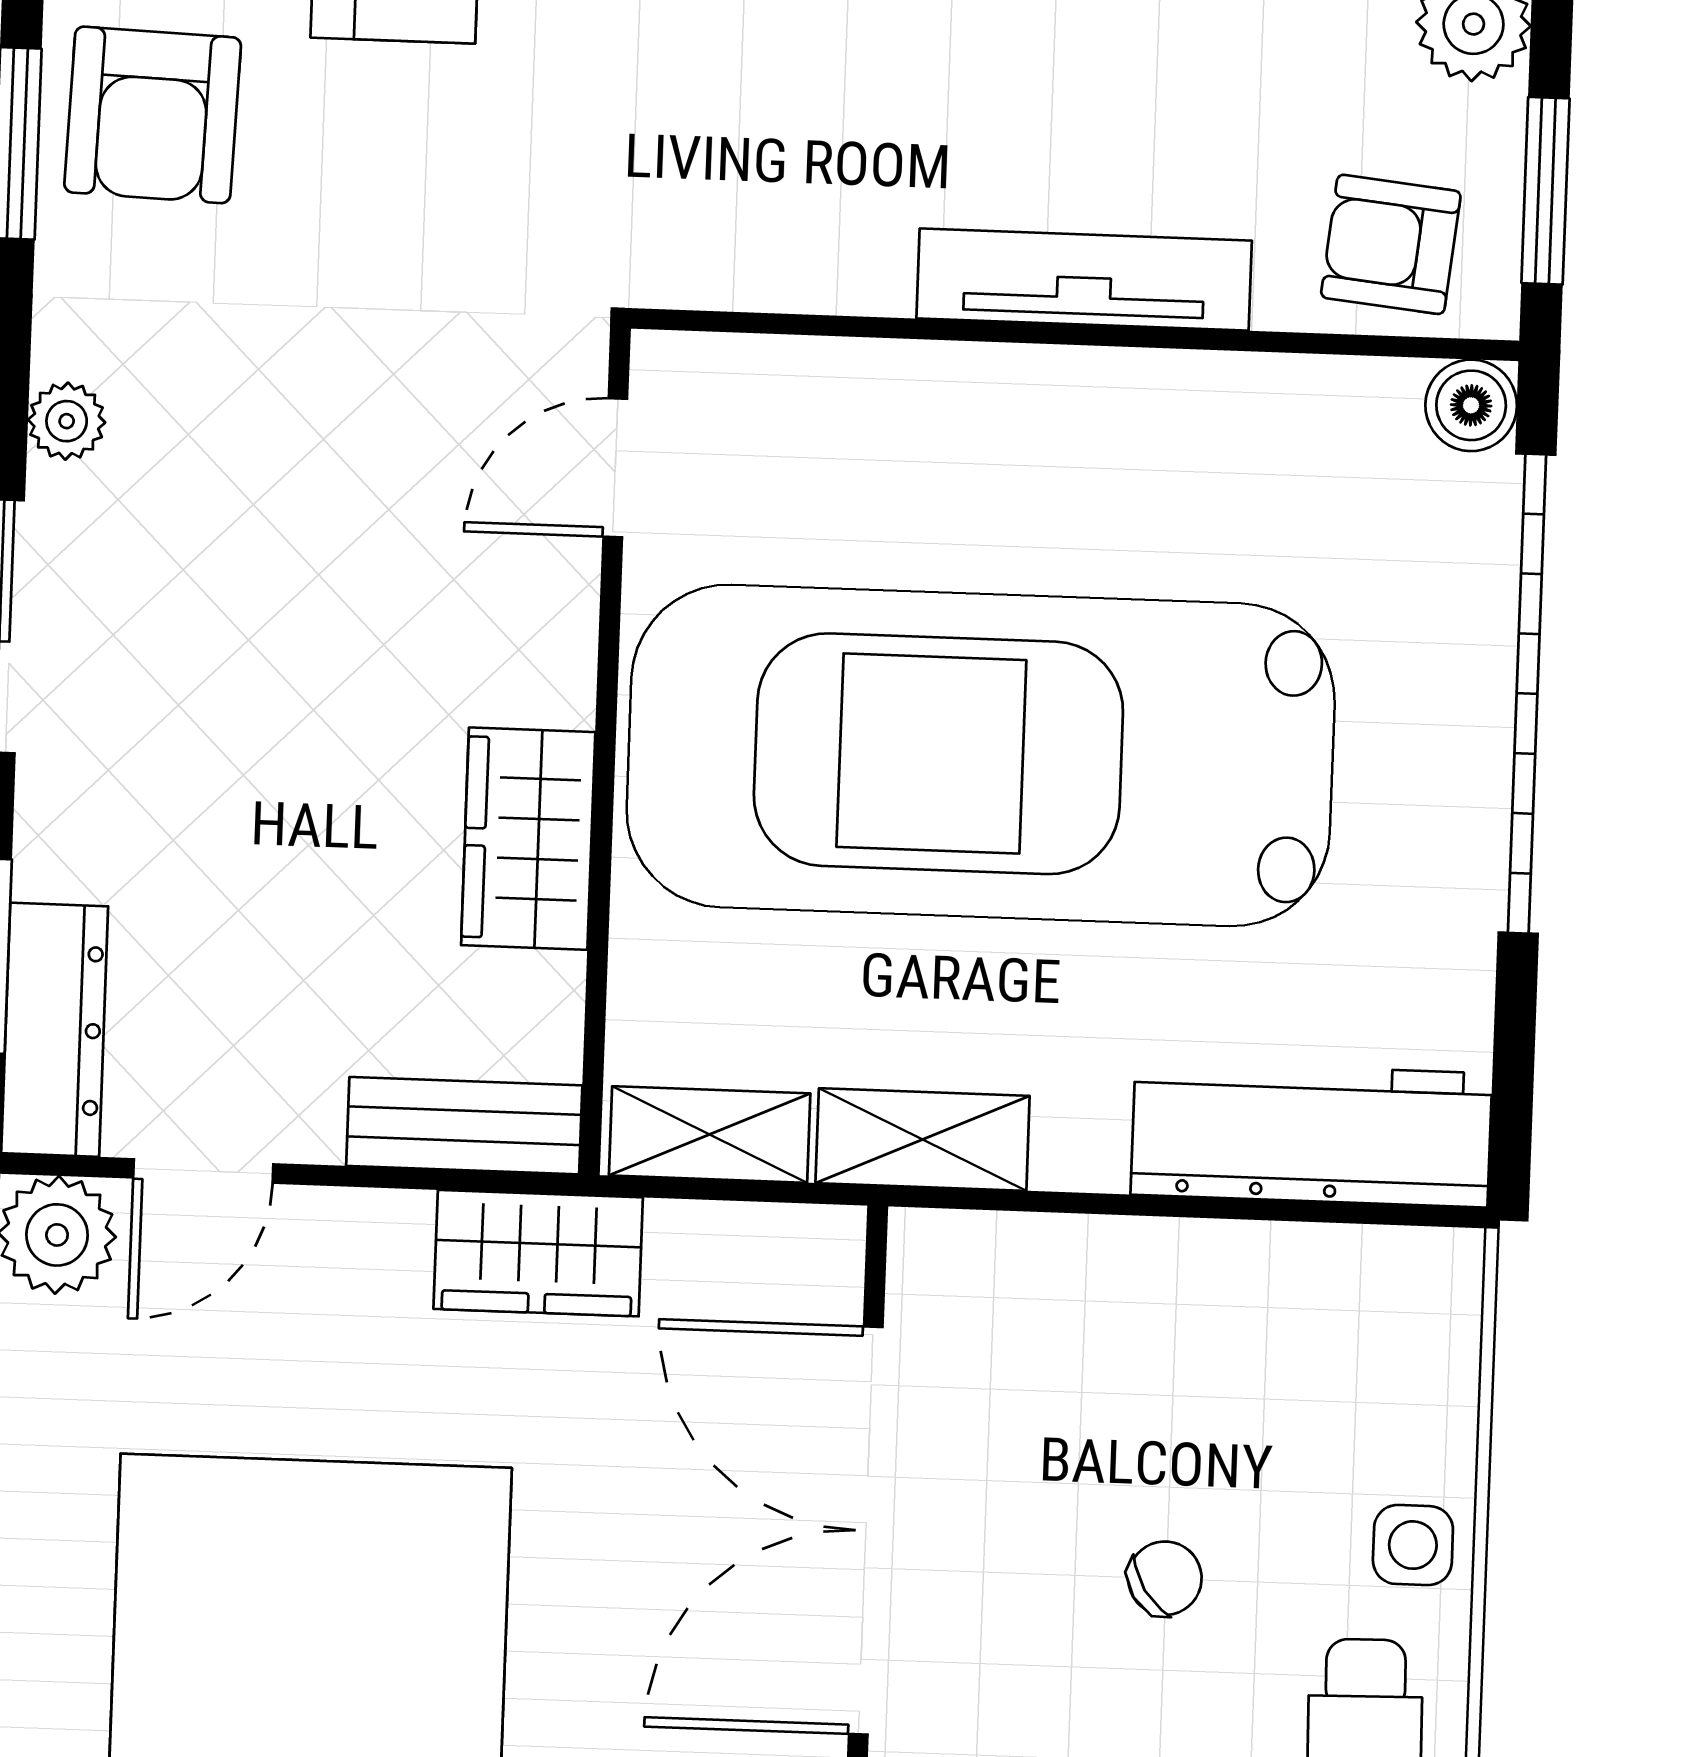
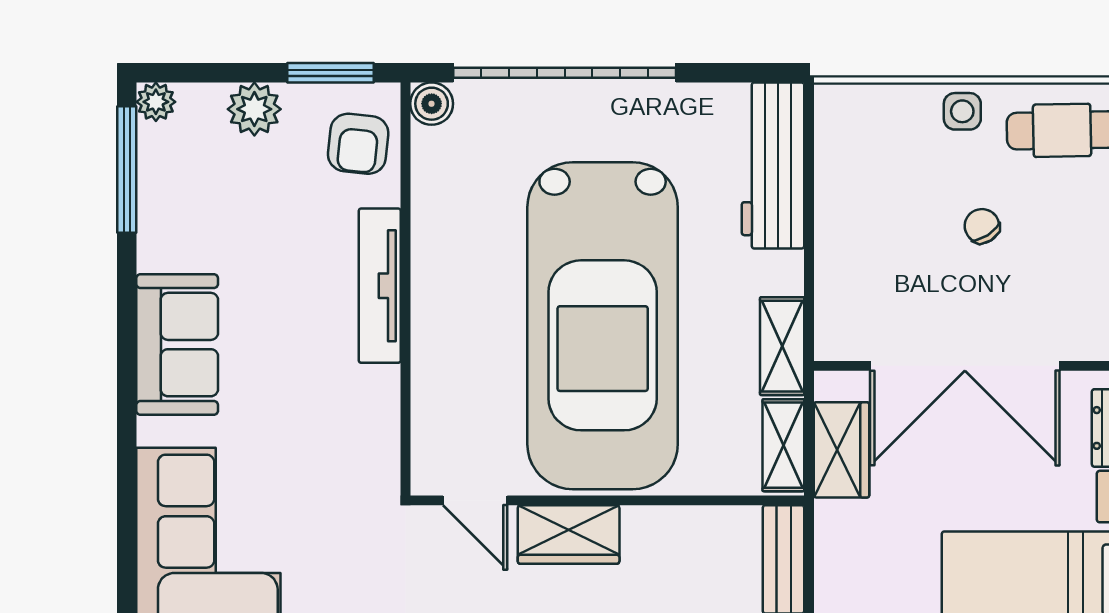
wardrobe: (528, 839) -> (569, 535), moved
wardrobe: (538, 1253) -> (842, 450), moved

